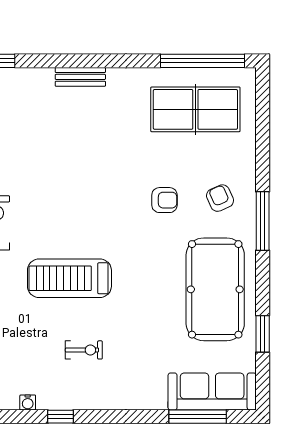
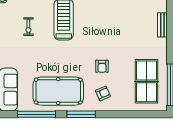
window: (263, 221) -> (81, 114), moved
window: (263, 334) -> (36, 114), width x2.11

